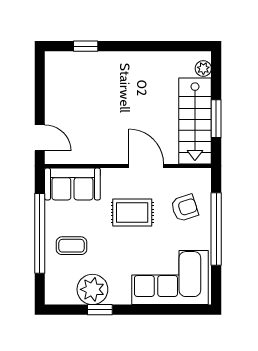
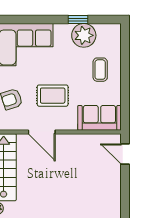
window: (40, 233) -> (125, 79), removed
coffee table: (72, 246) -> (100, 70), turned 90

